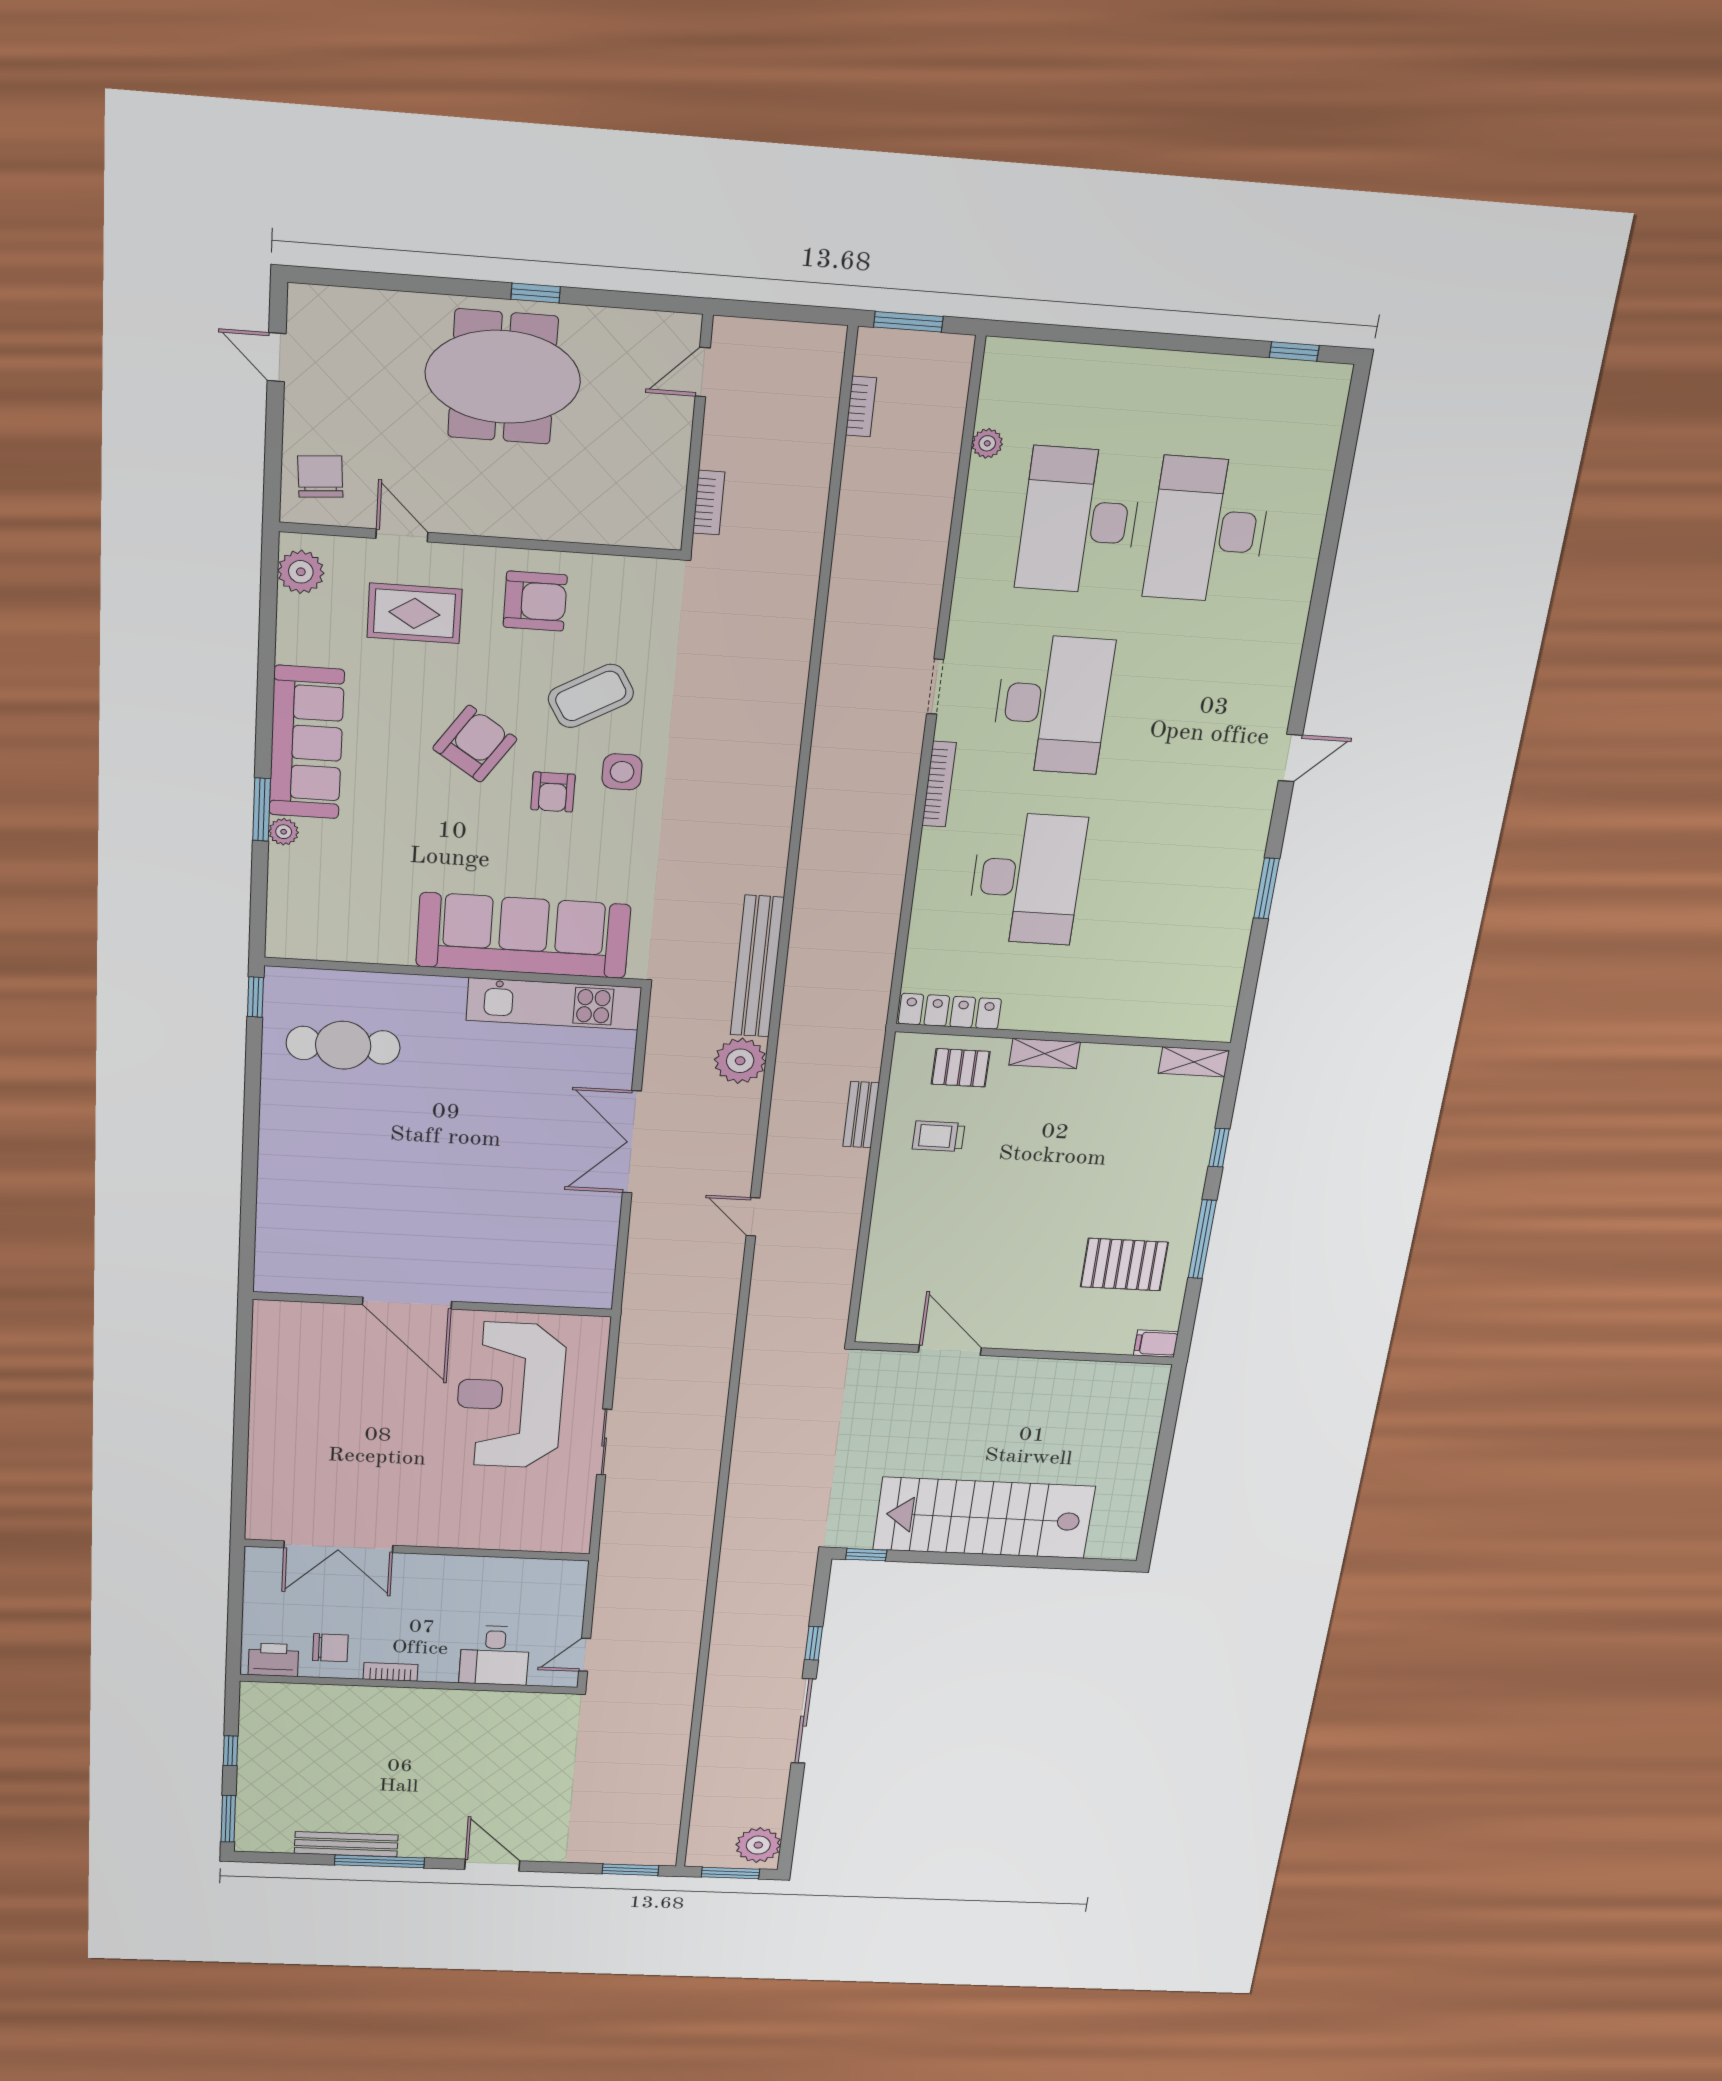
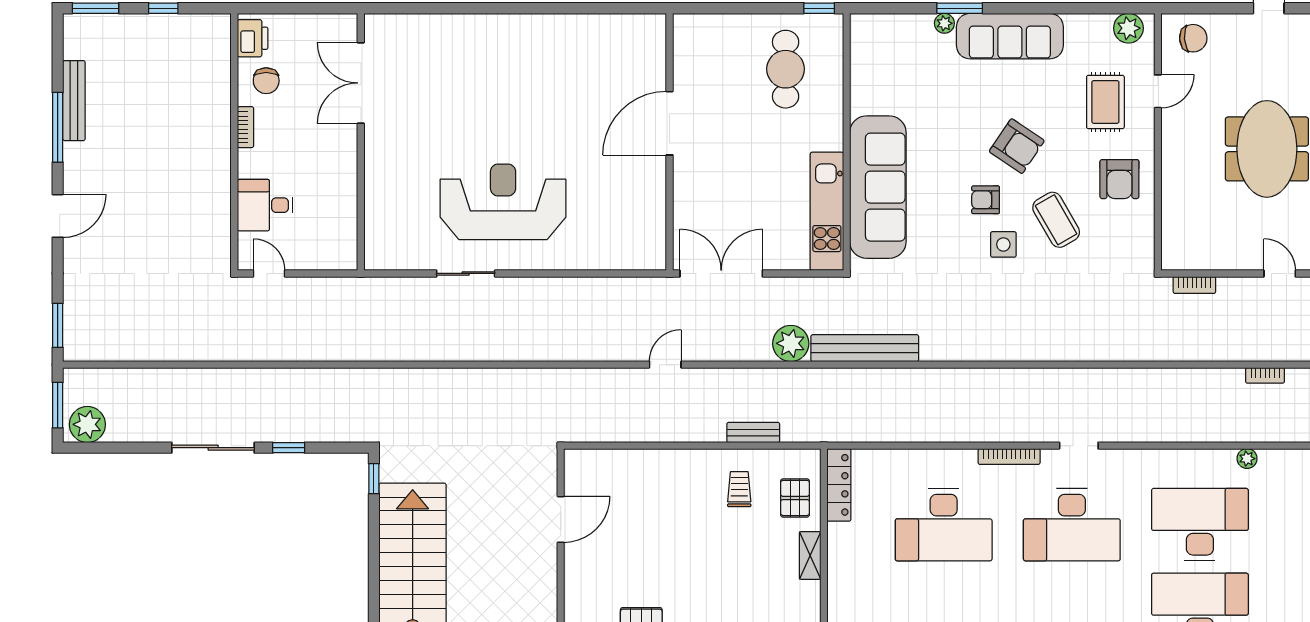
door: (407, 1303) -> (669, 123), moved
wall: (433, 1304) -> (669, 142), moved

